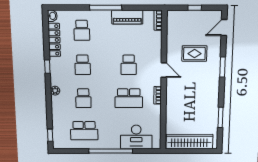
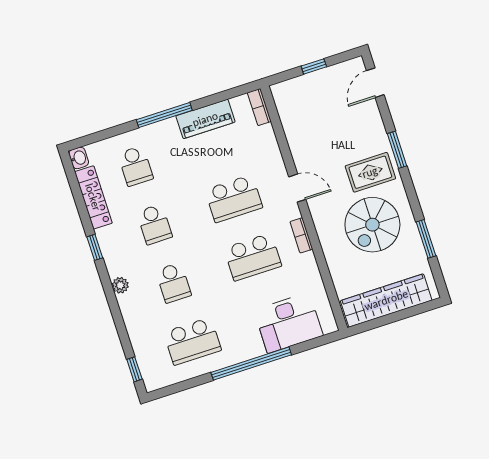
rug: (194, 54) -> (370, 172), moved
school desk: (129, 65) -> (234, 199), width x1.85
spiral stairs: (196, 102) -> (372, 225), added

